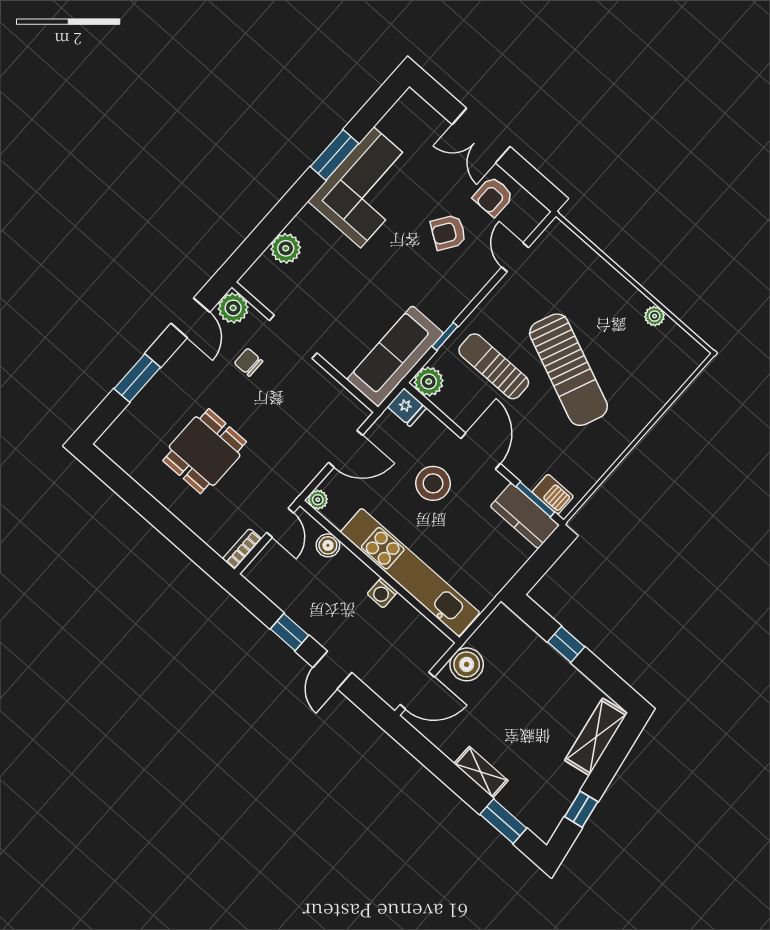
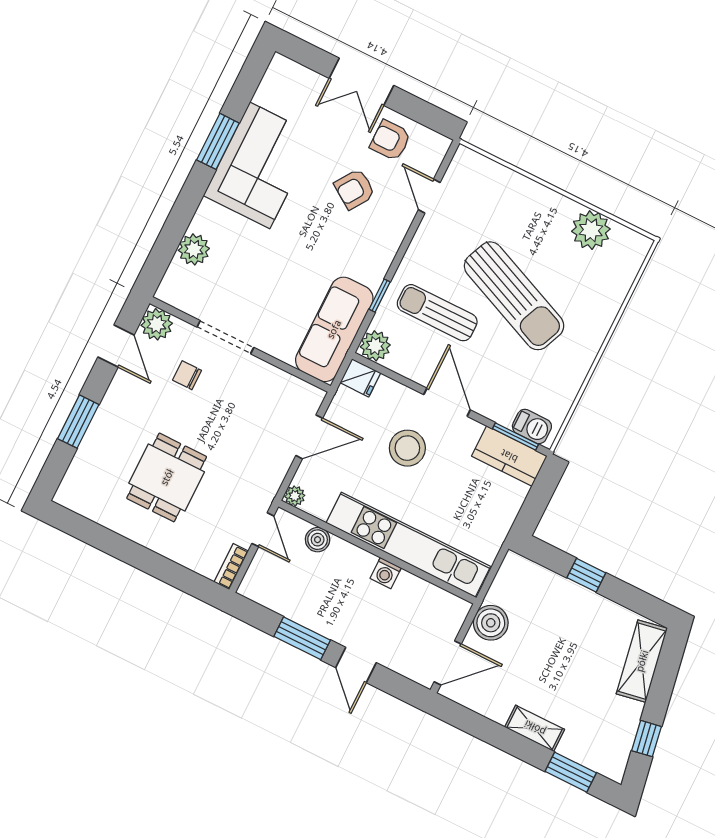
armchair: (493, 196) -> (390, 140), turned 90
plant: (655, 316) -> (591, 230), width x1.87, depth x1.87
window: (290, 632) -> (302, 638), width x1.50

